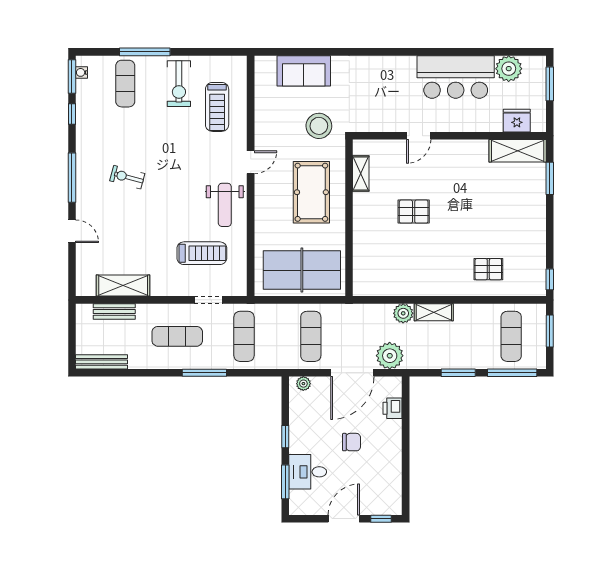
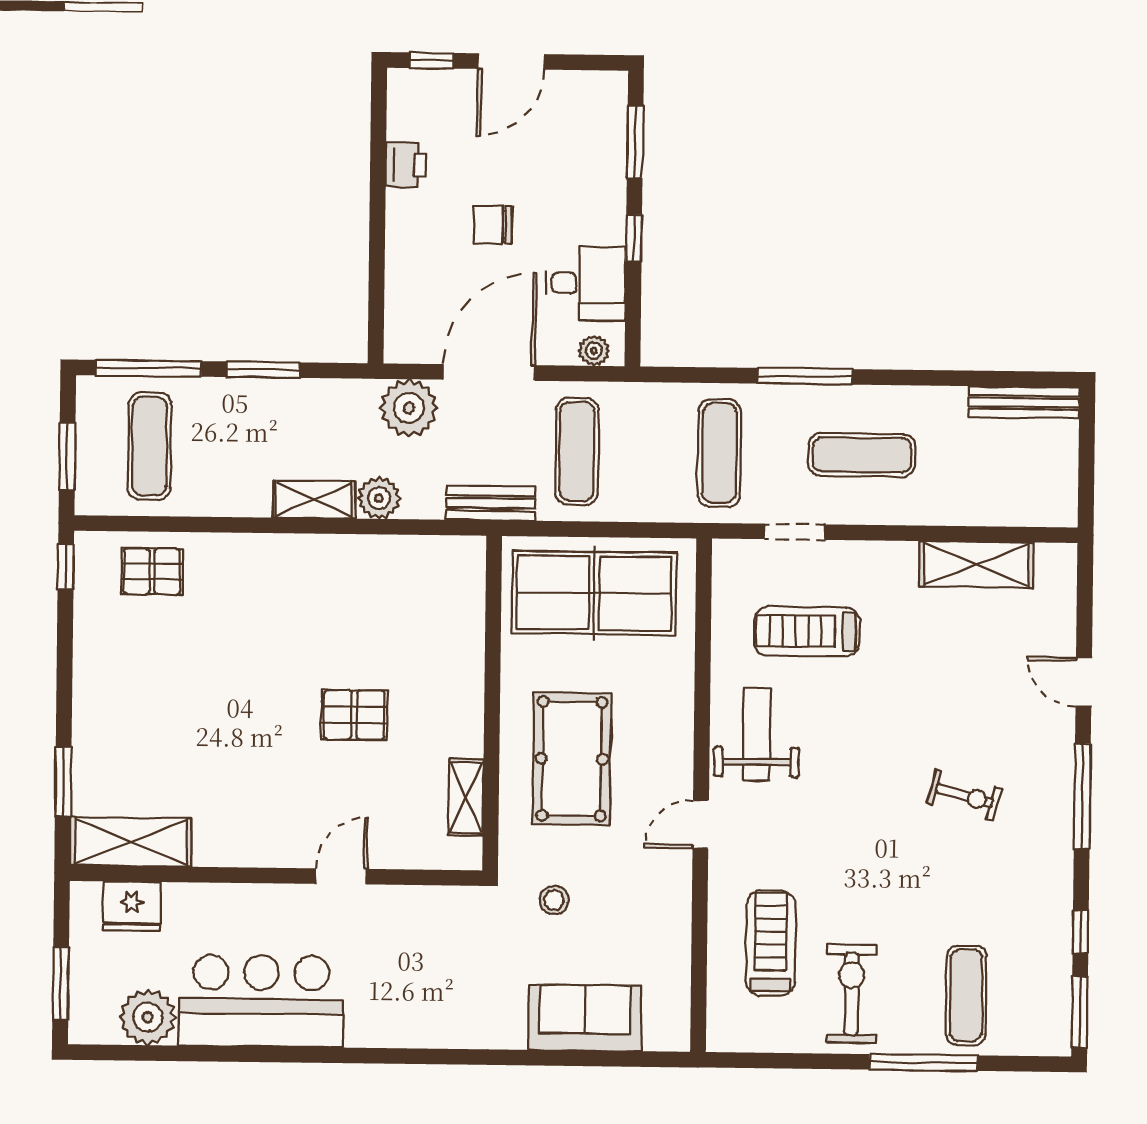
water cooler: (81, 72) -> (1059, 1020), removed
stool: (319, 126) -> (554, 900), width x0.53, depth x0.53
pallet: (488, 269) -> (152, 572), moved
bench: (114, 312) -> (491, 503), moved
printer: (393, 408) -> (406, 165), moved
desk: (308, 472) -> (586, 283), moved

